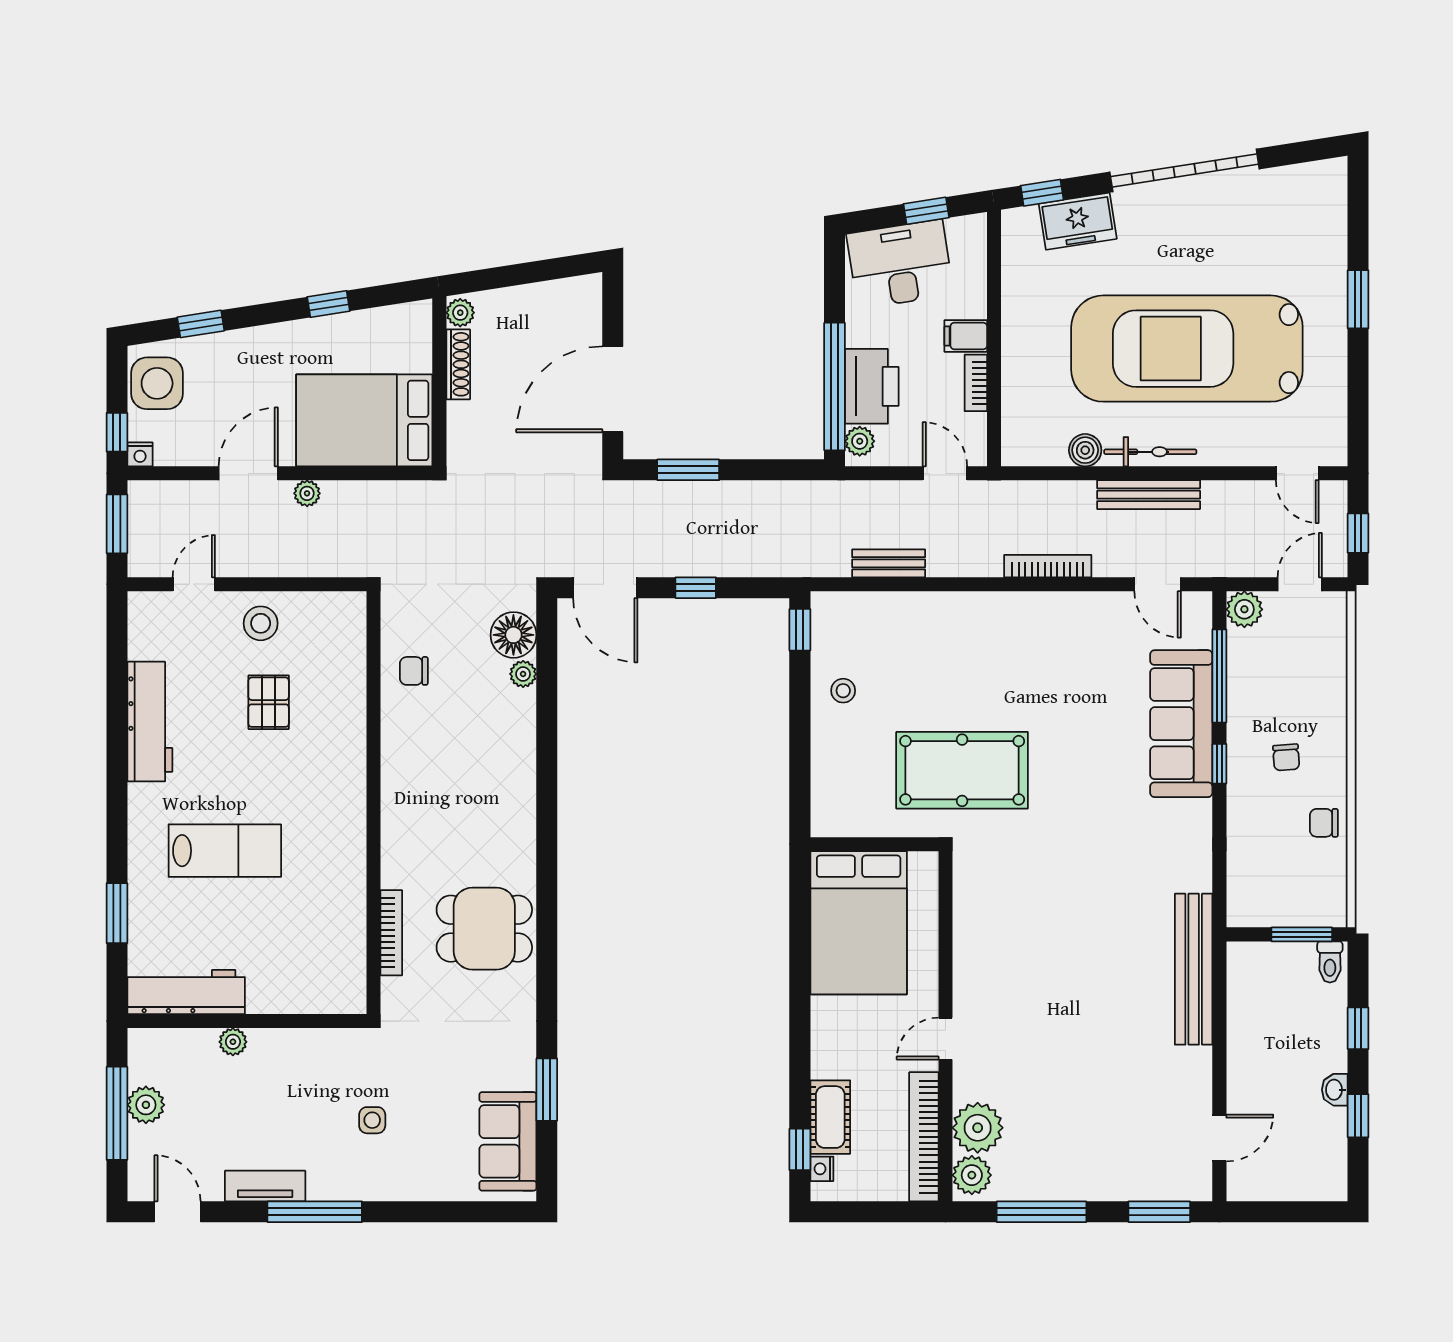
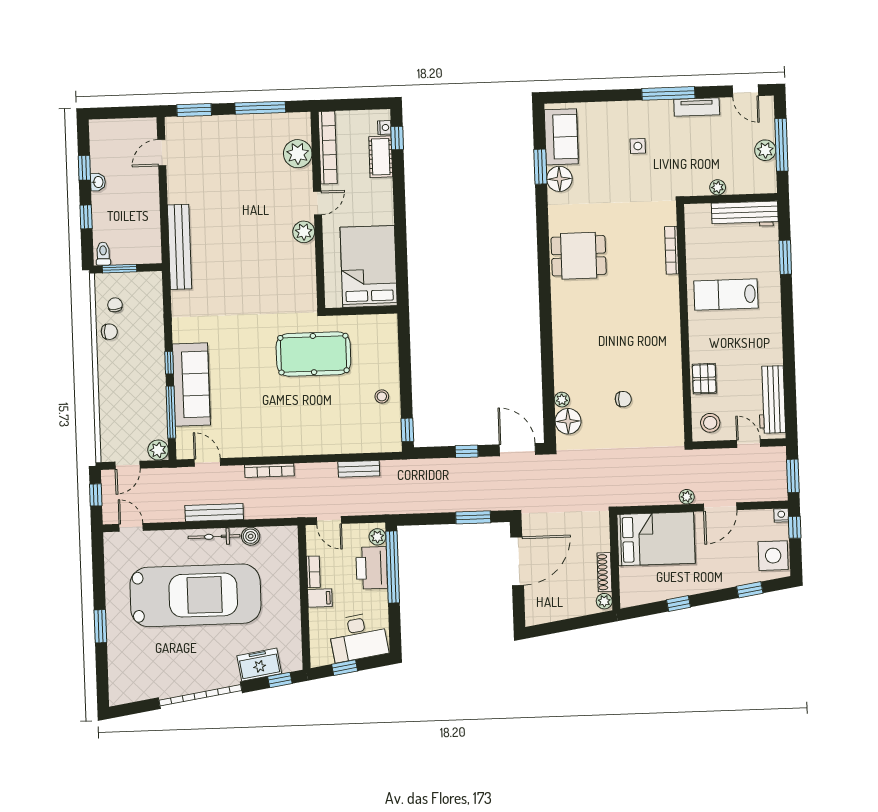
door: (194, 584) -> (749, 443), swing flipped
workbench: (150, 722) -> (772, 400), moved
chair: (1286, 757) -> (115, 305), moved
wall: (373, 803) -> (684, 323), moved
bookcase: (391, 933) -> (672, 250), moved
floor lamp: (514, 1067) -> (559, 179), added
plant: (972, 1175) -> (304, 232), moved

